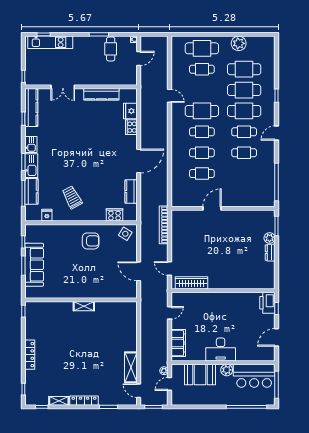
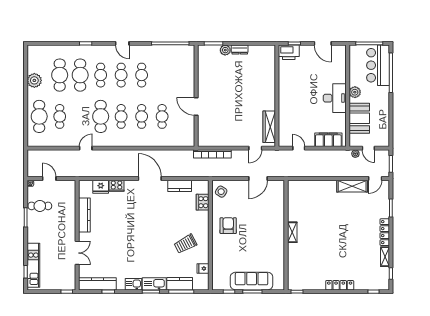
cafe table: (244, 111) -> (101, 75), width x0.73, depth x0.74
bar counter: (254, 376) -> (378, 65), moved, turned 180

